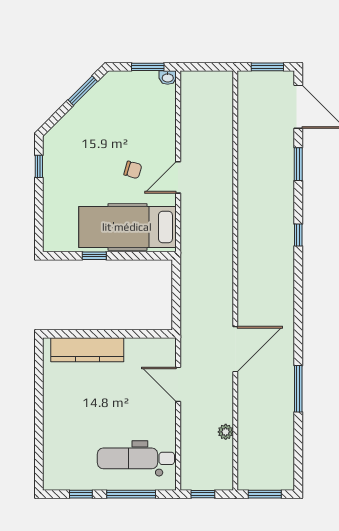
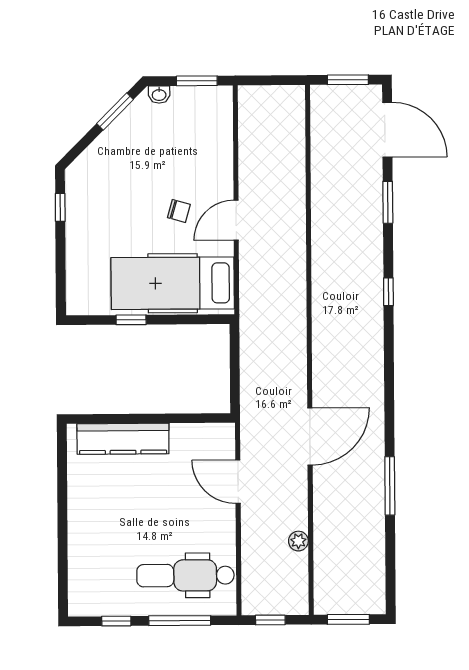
washbasin: (168, 78) -> (159, 95), moved

